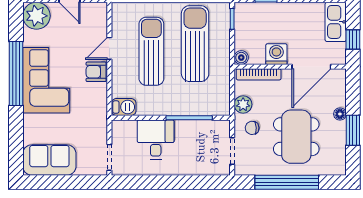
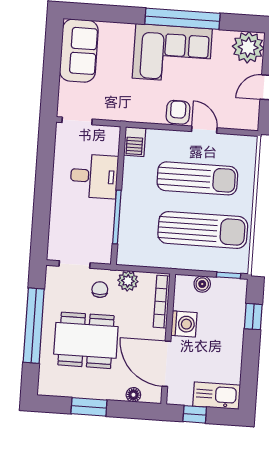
boiler: (241, 58) -> (202, 284), moved
floor lamp: (340, 114) -> (133, 395), moved

